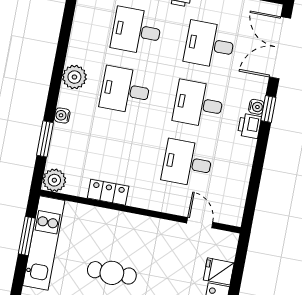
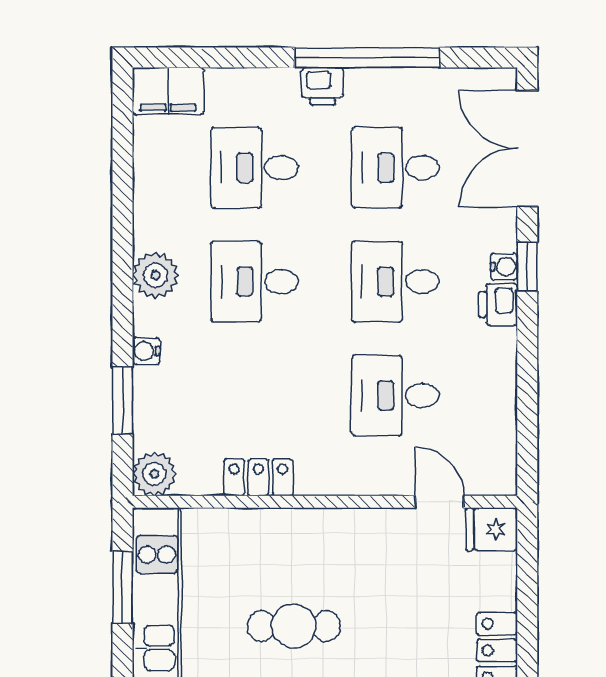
fridge: (219, 271) -> (492, 529), moved

